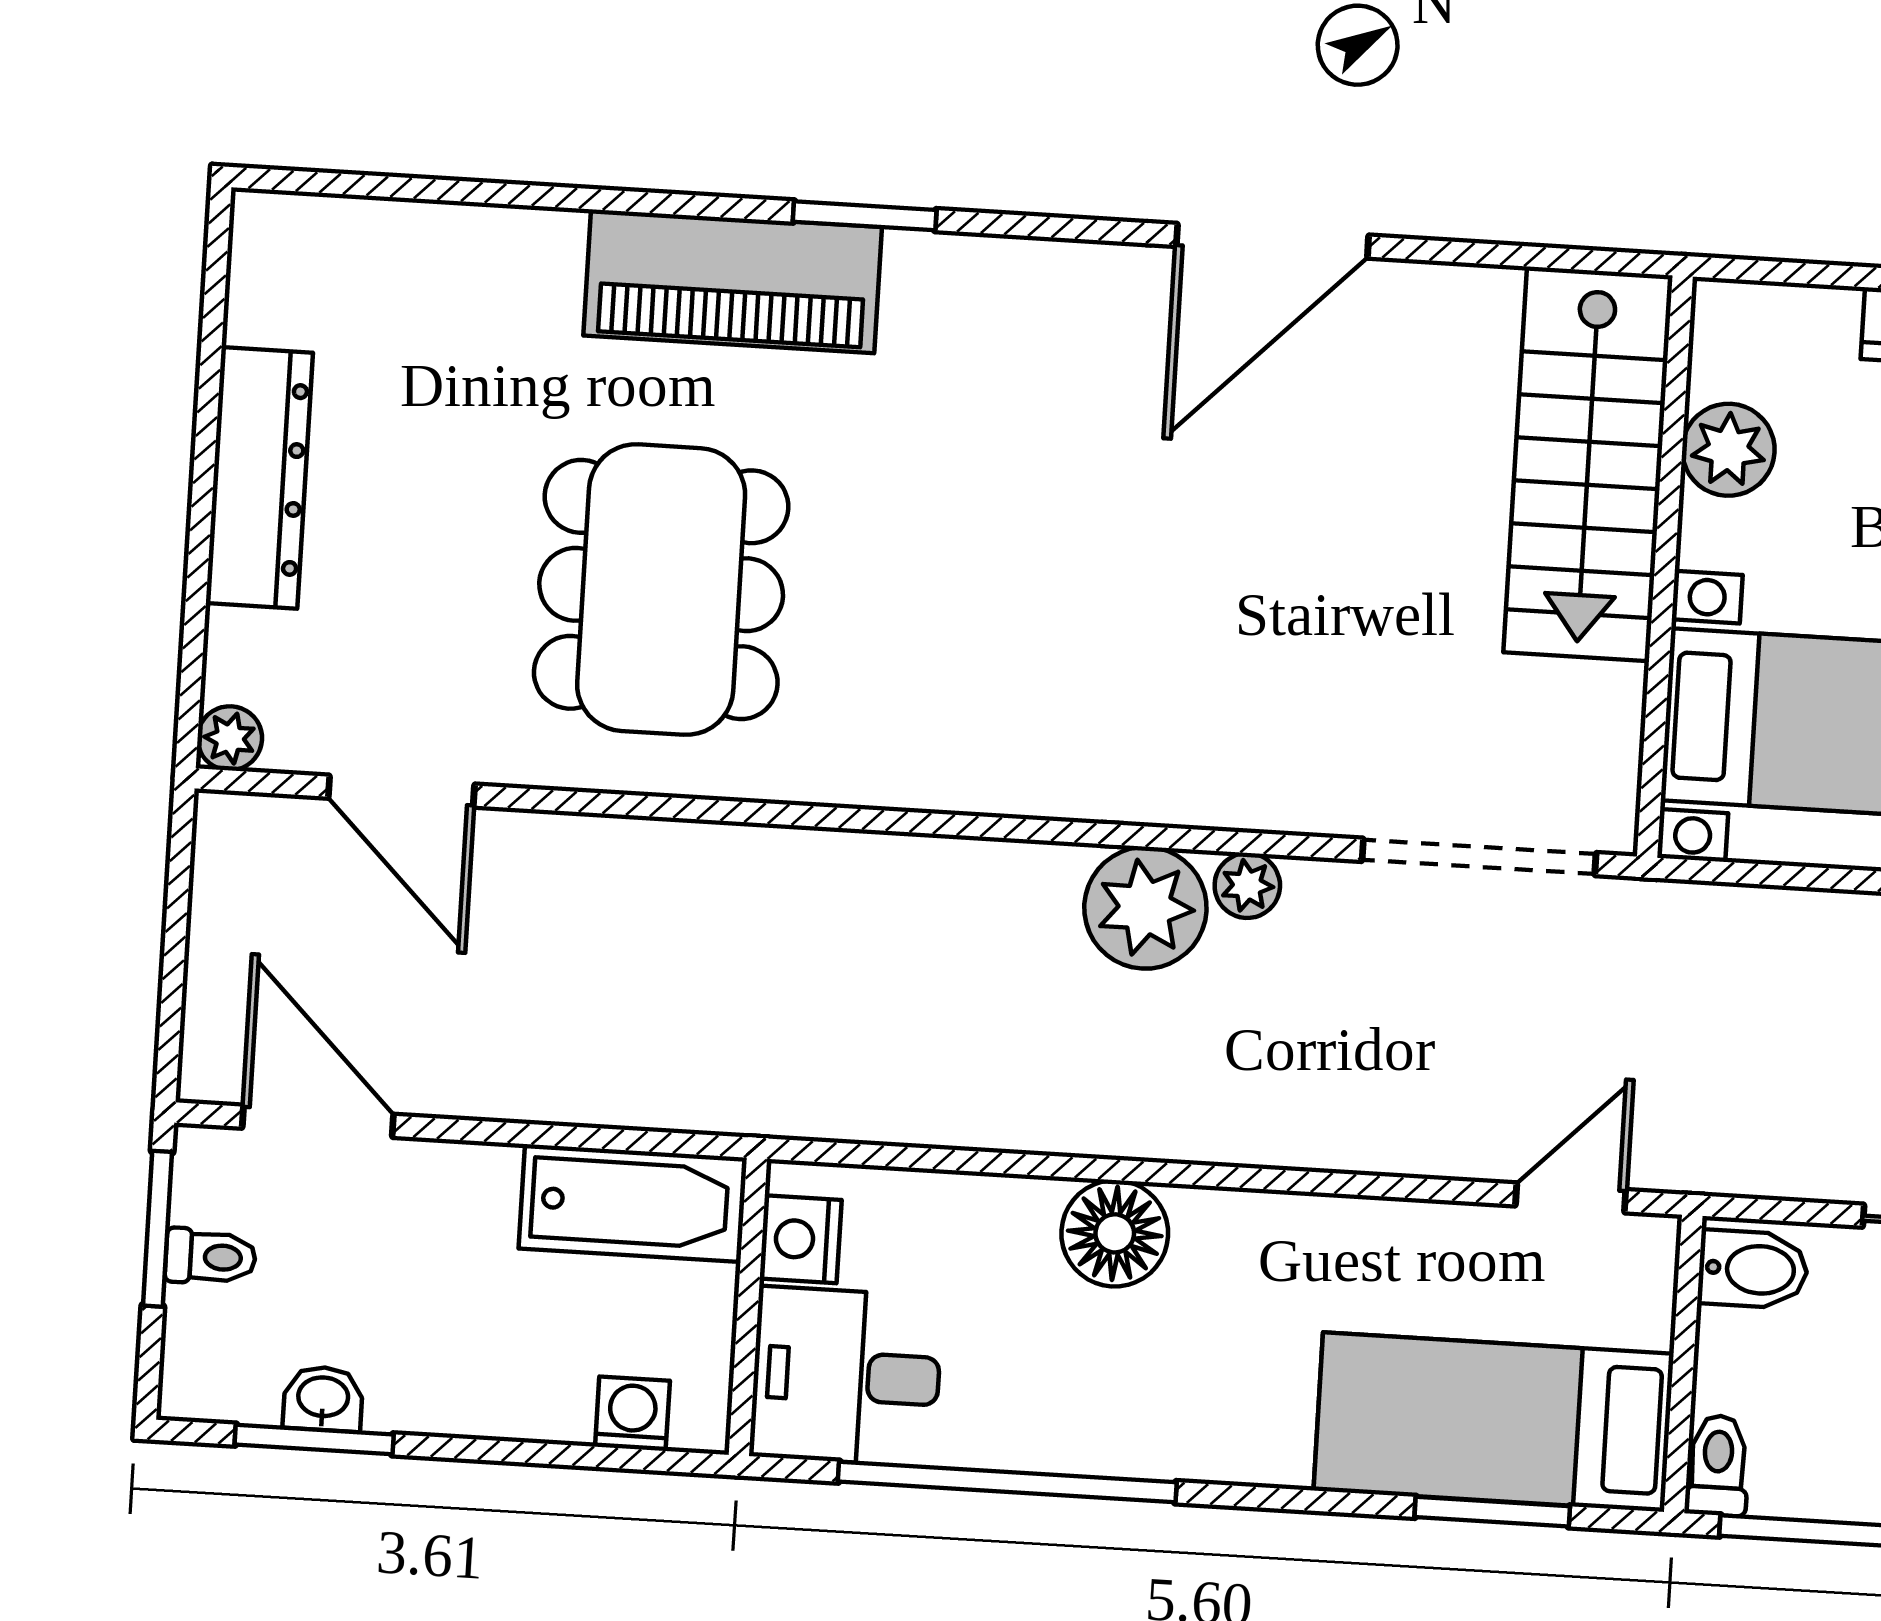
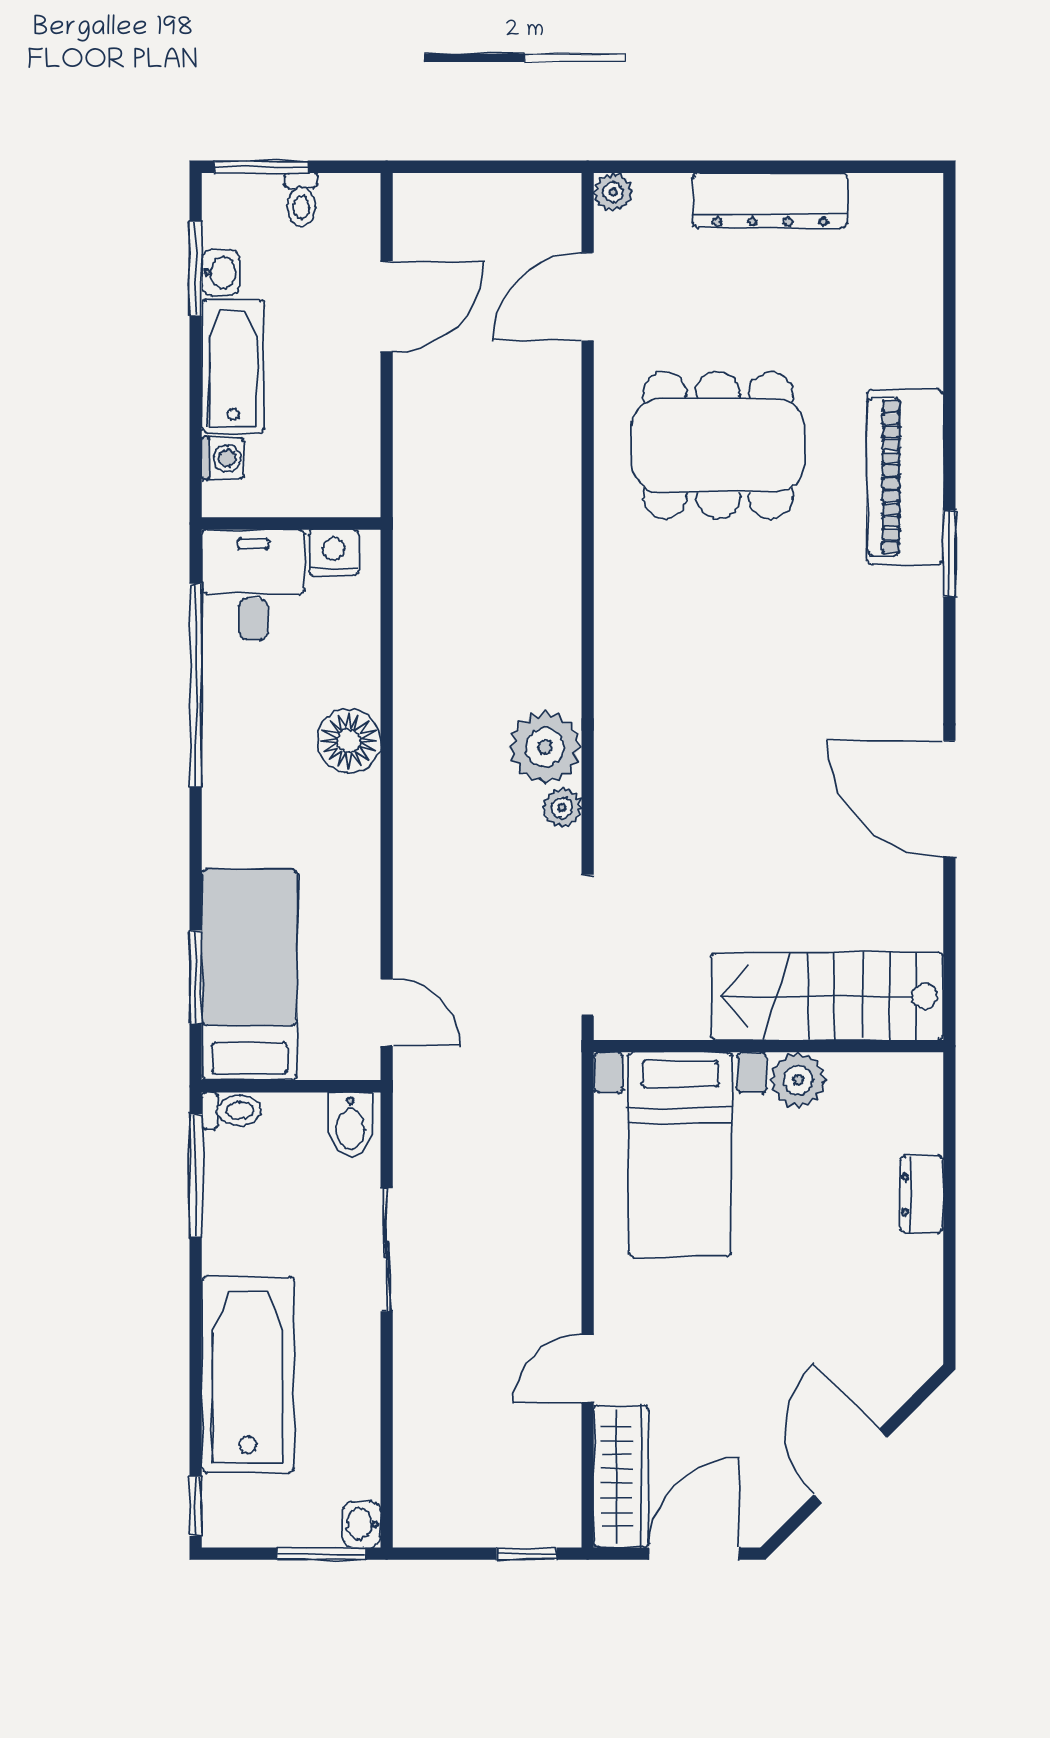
plant: (1728, 450) -> (798, 1080), moved
door: (318, 1121) -> (387, 307), moved
bathtub: (633, 1203) -> (233, 366), moved, turned 180
window: (157, 1229) -> (261, 167), moved

